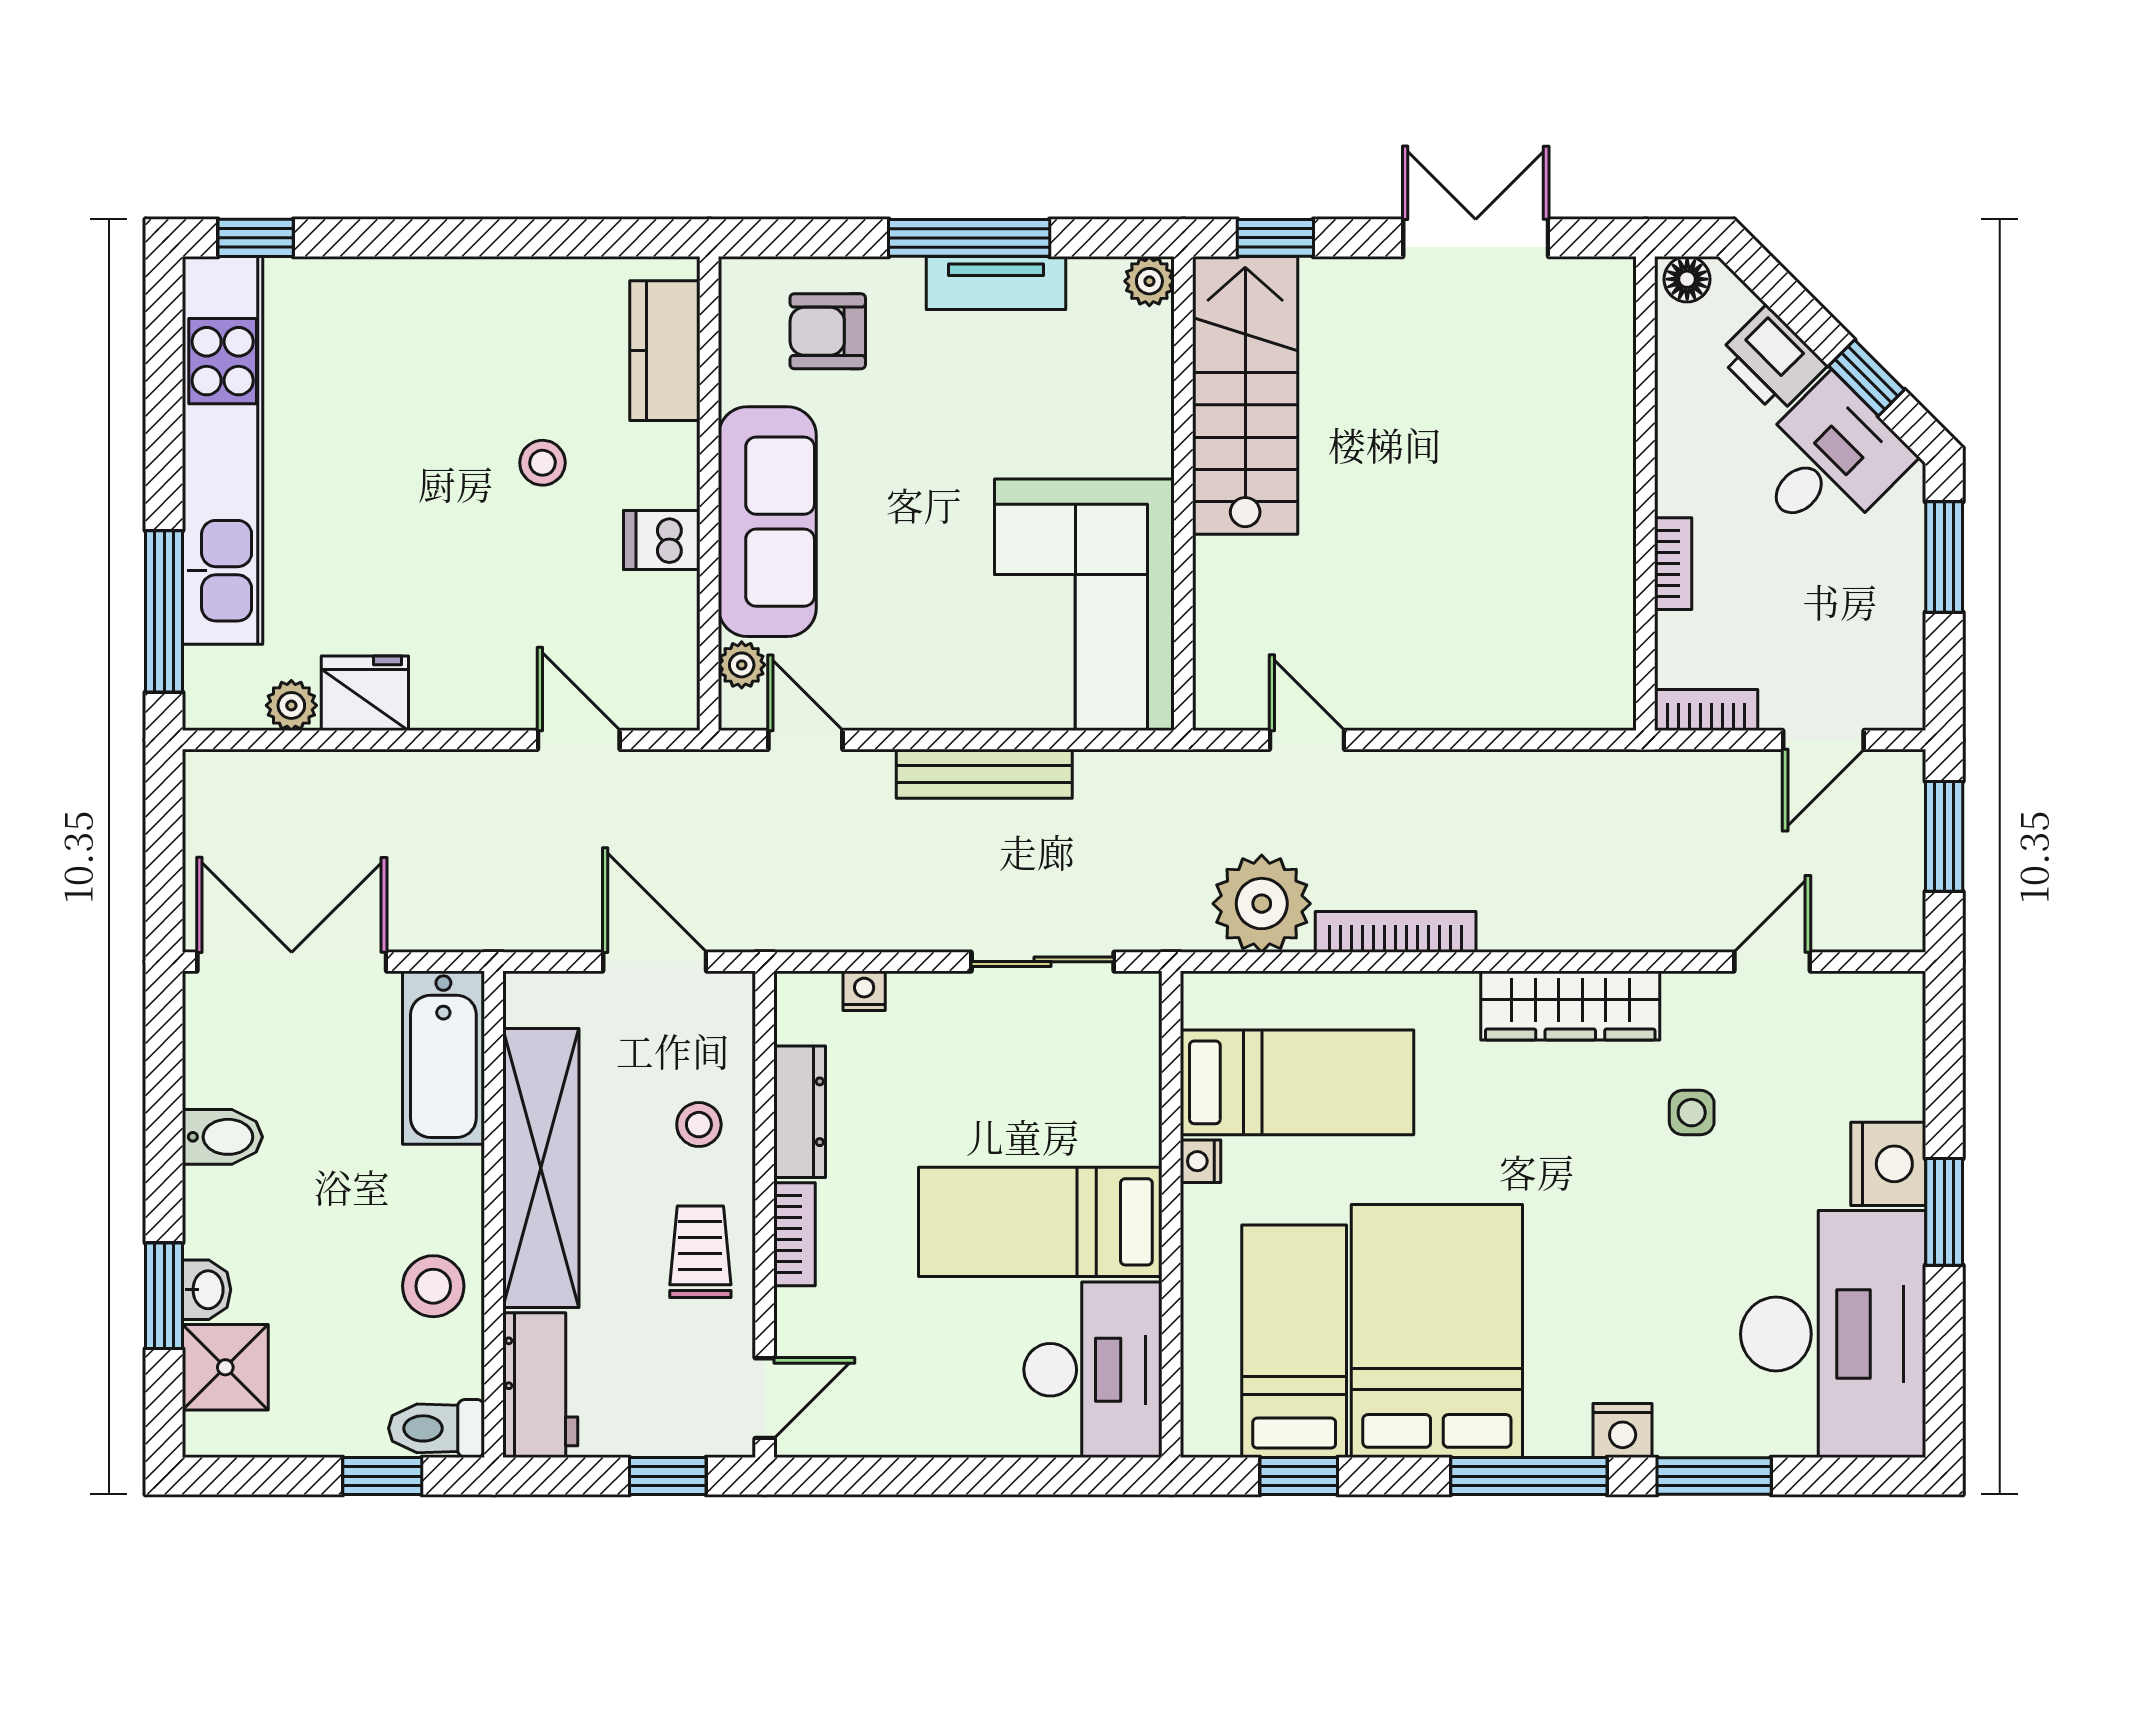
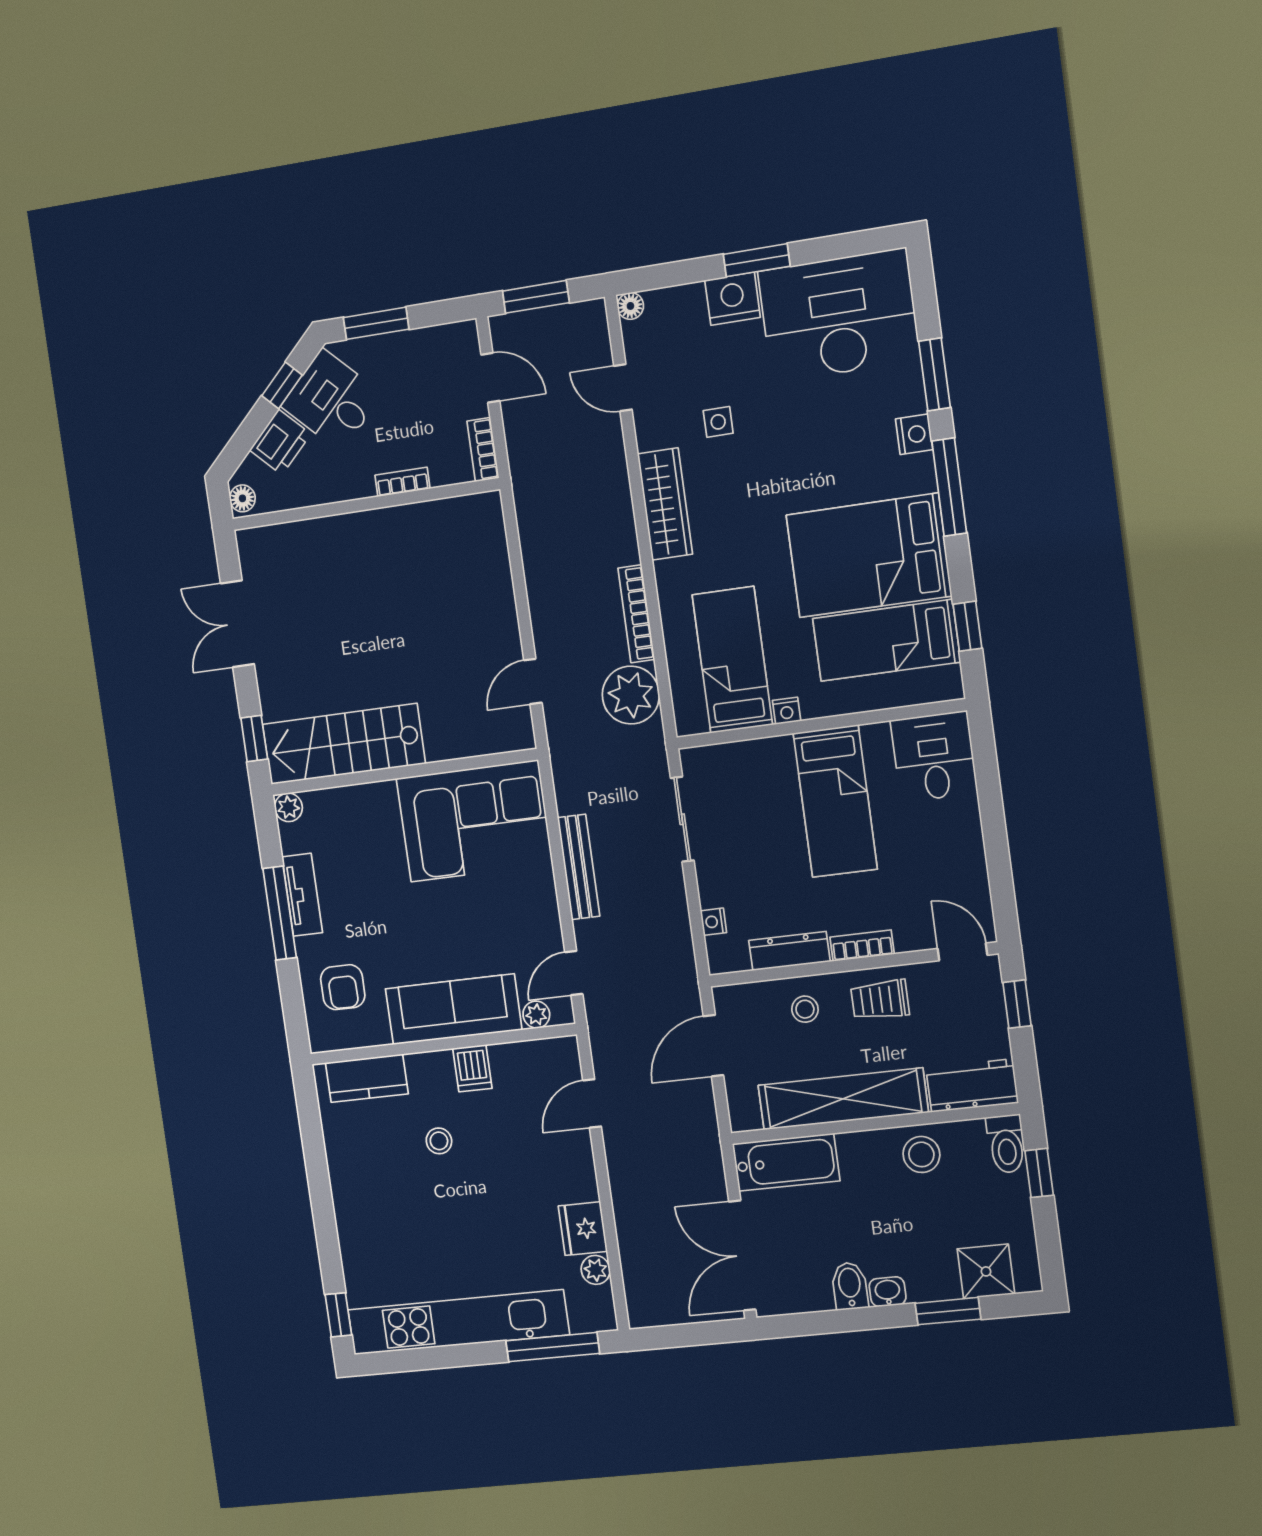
floor lamp: (1904, 993) -> (630, 306), added
washbasin: (207, 1290) -> (888, 1292), moved
desk: (1093, 1370) -> (934, 757), width x0.73

